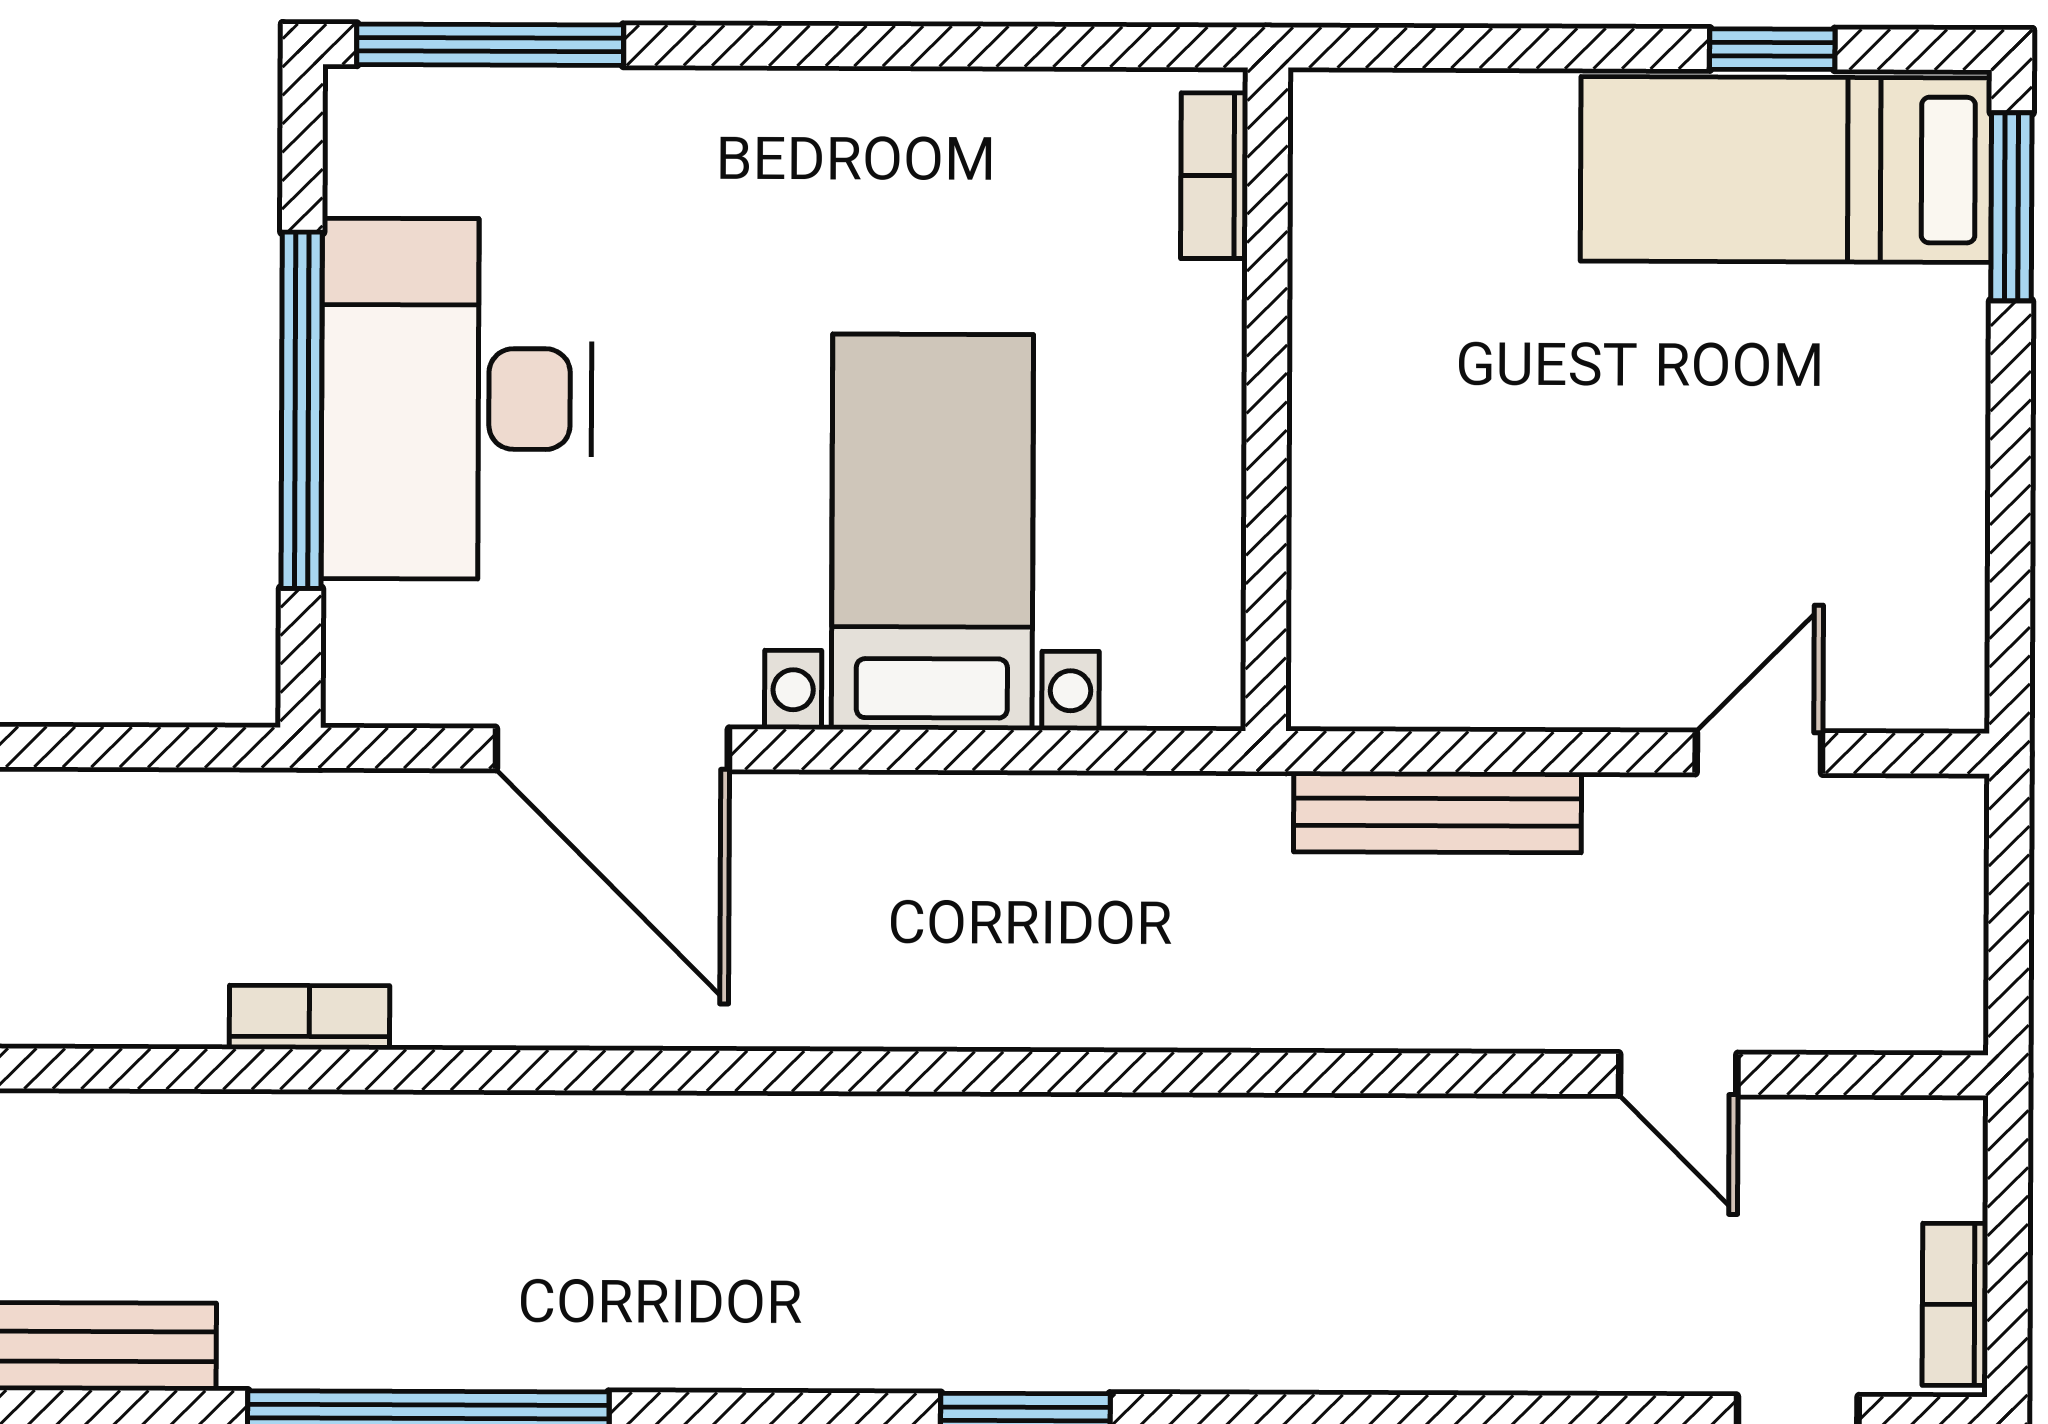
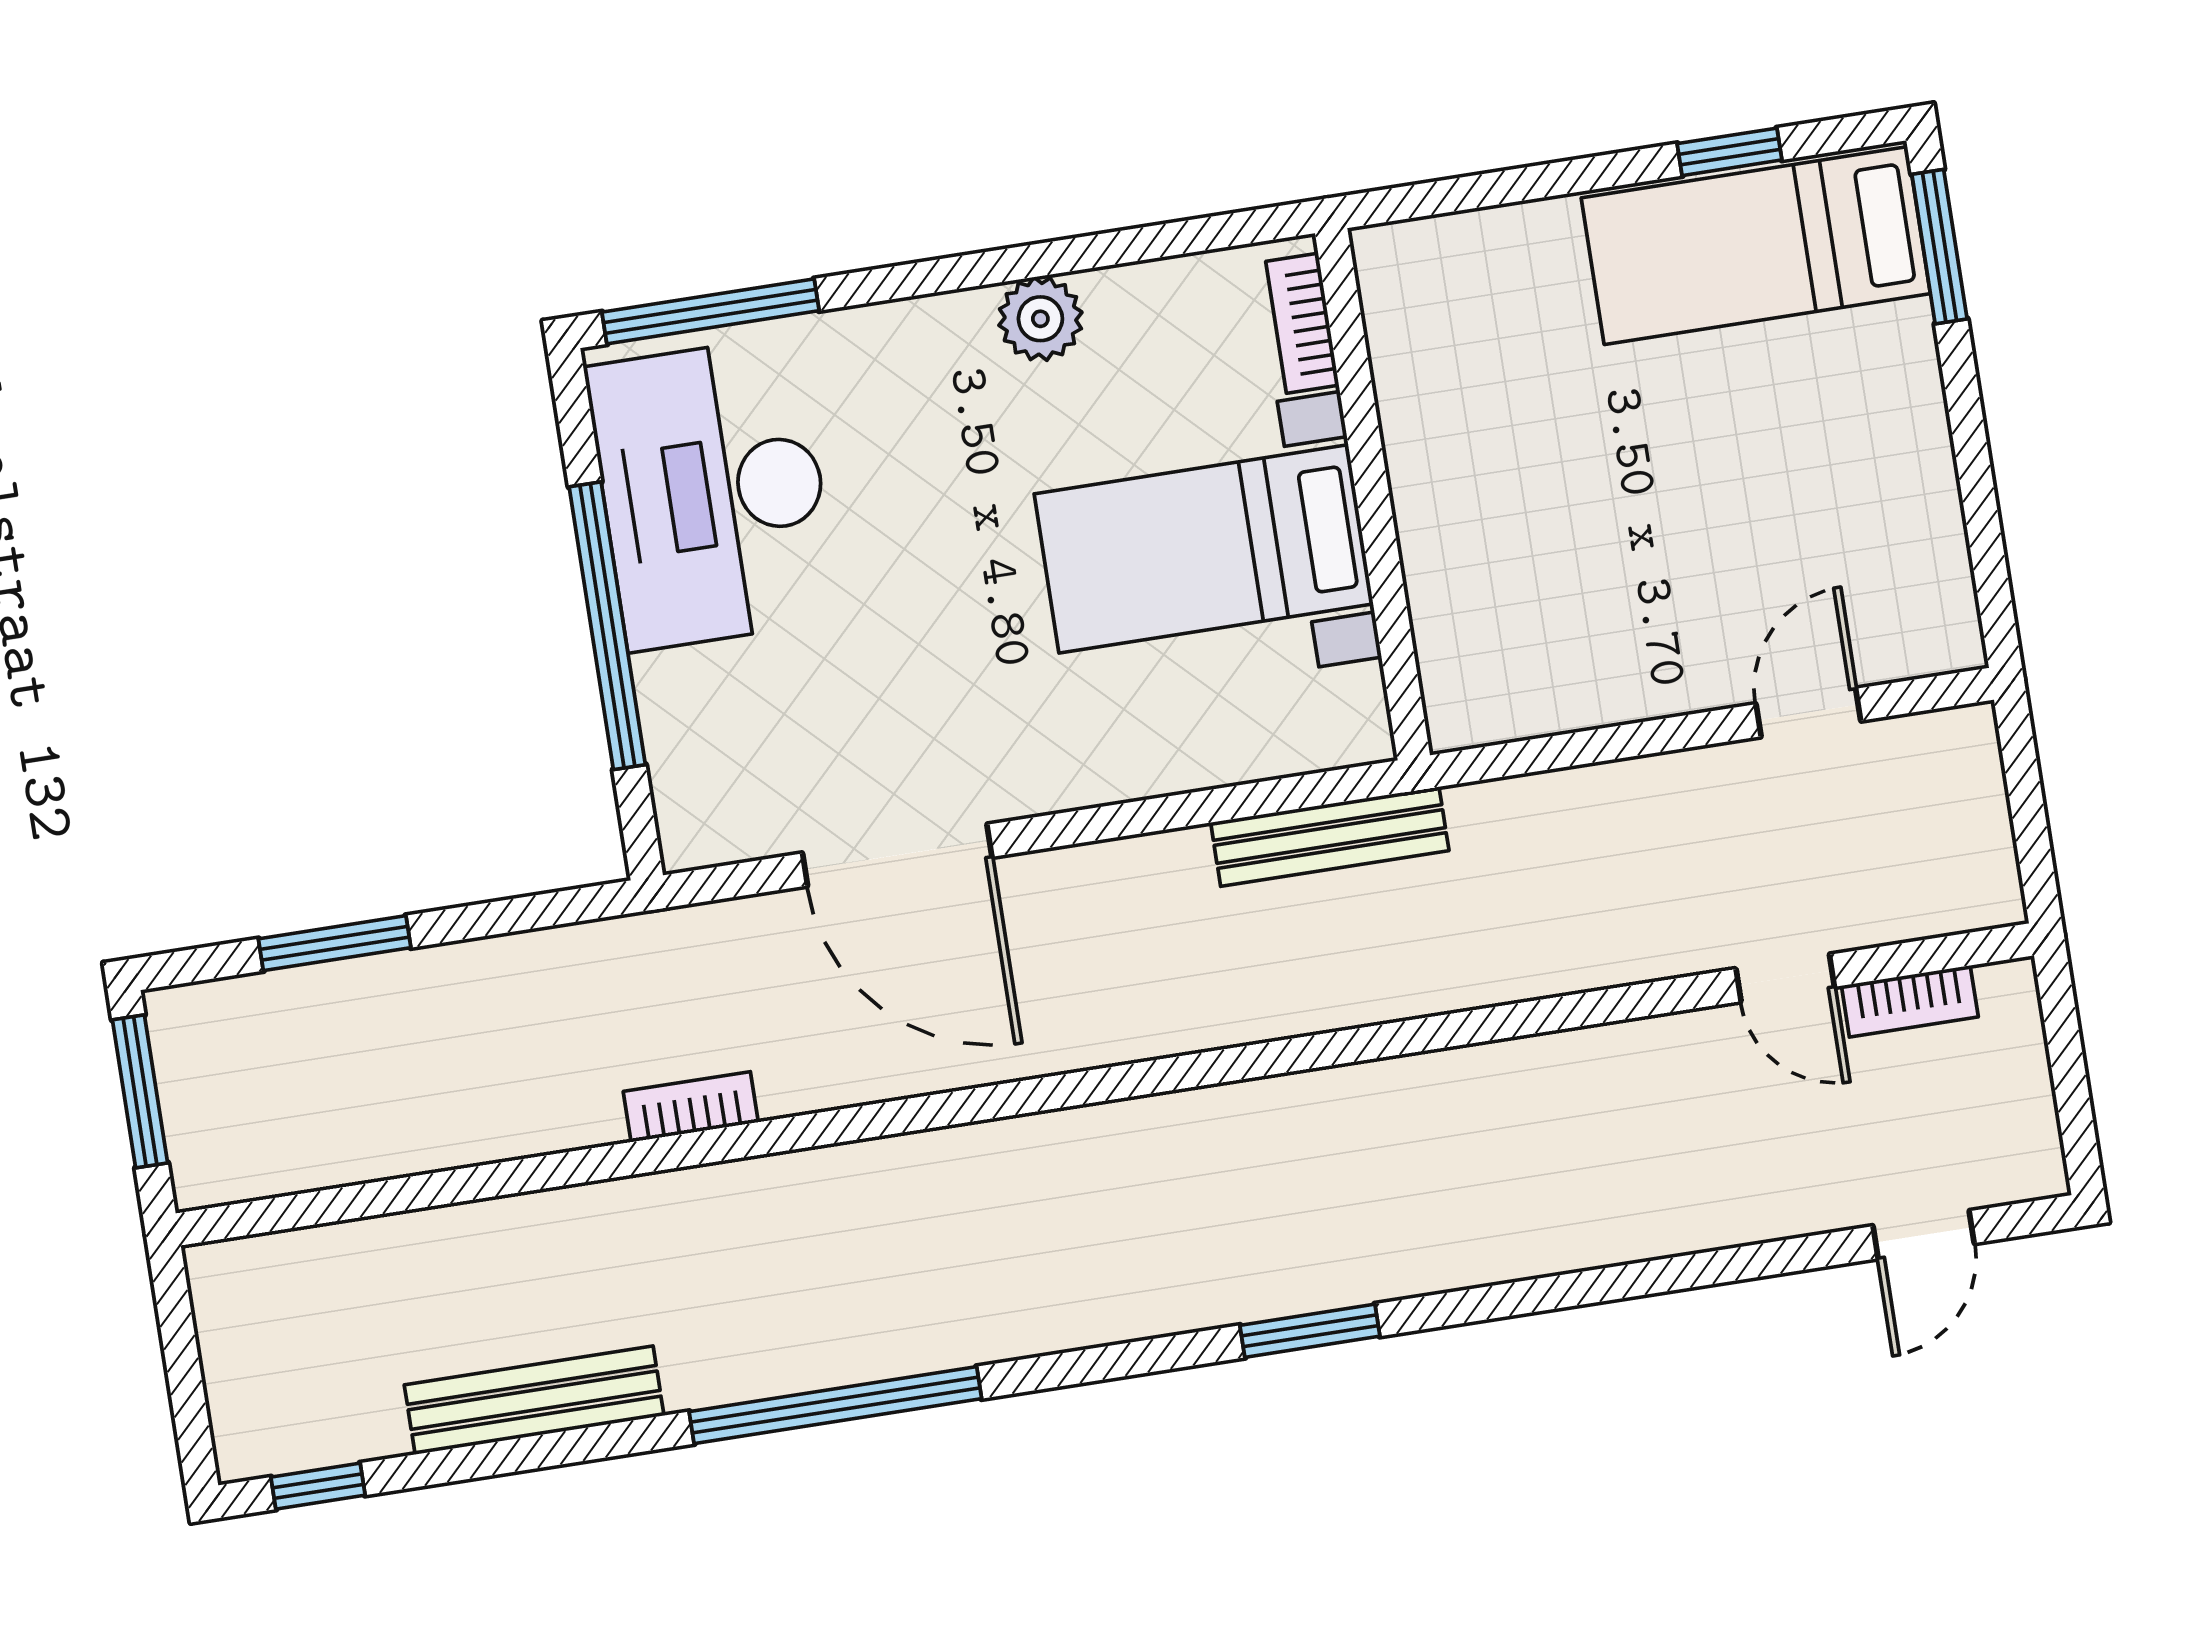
plant: (894, 119) -> (1040, 319), added
desk: (457, 399) -> (713, 493), moved
bed with nightstands: (932, 532) -> (1204, 549), moved, turned -90
bench: (1438, 812) -> (1330, 837), moved
bookcase: (1955, 1304) -> (1910, 1001), moved, turned -90

